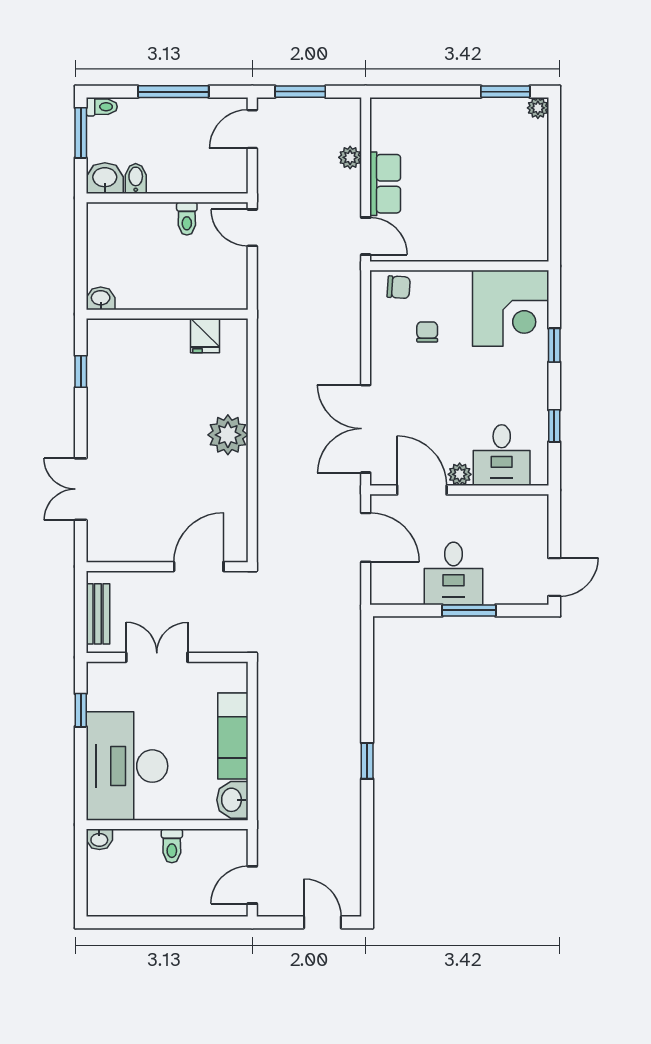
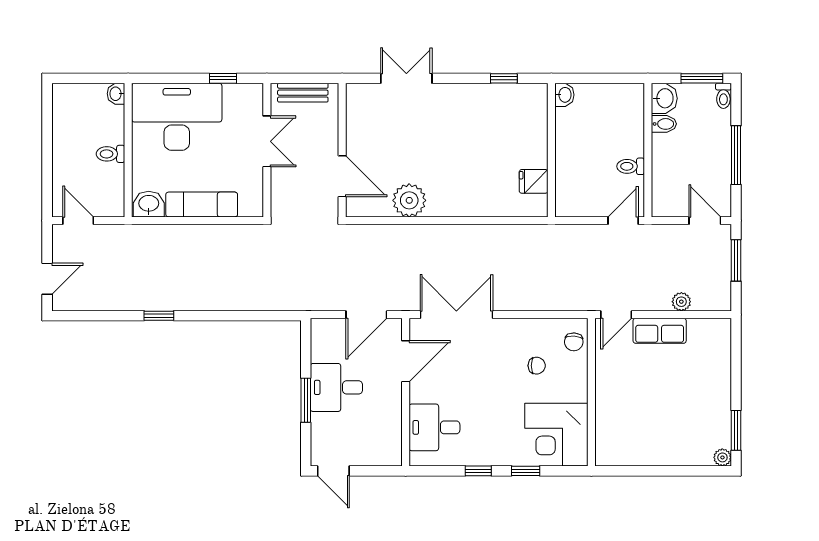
window: (554, 426) -> (478, 471), moved
plant: (228, 435) -> (409, 200), moved
plant: (460, 474) -> (419, 393), removed
window: (367, 761) -> (159, 316), moved

